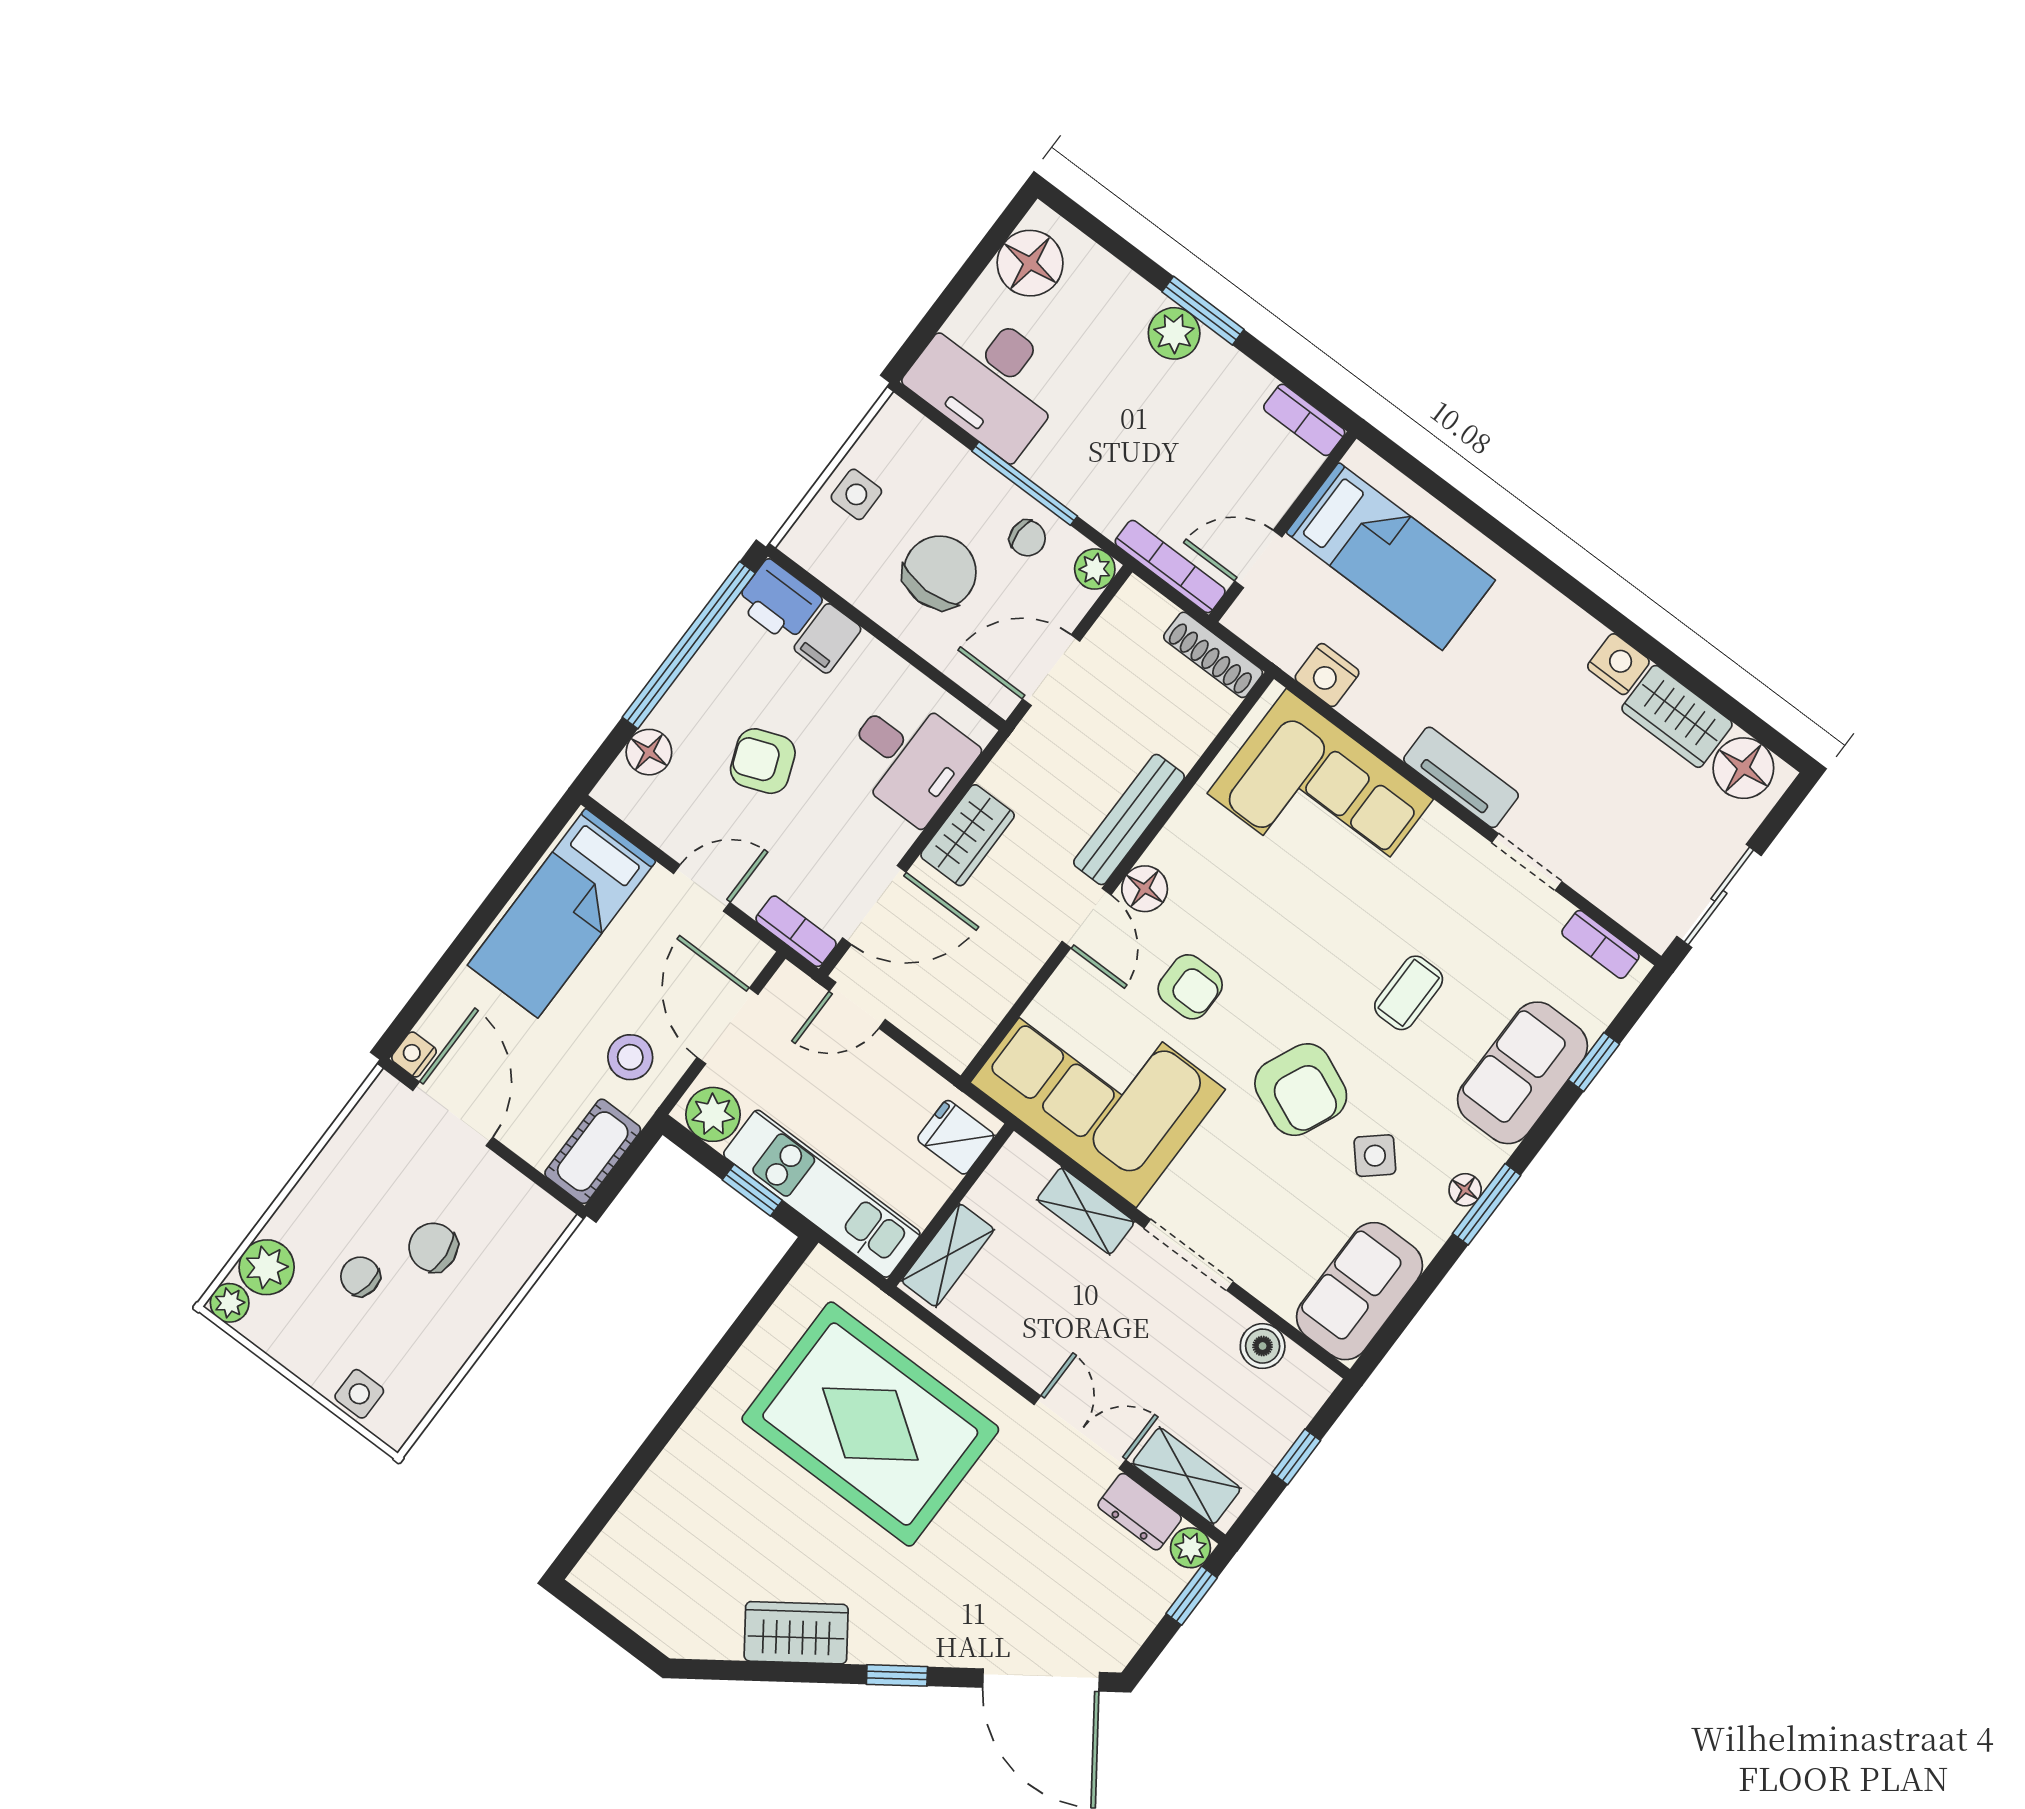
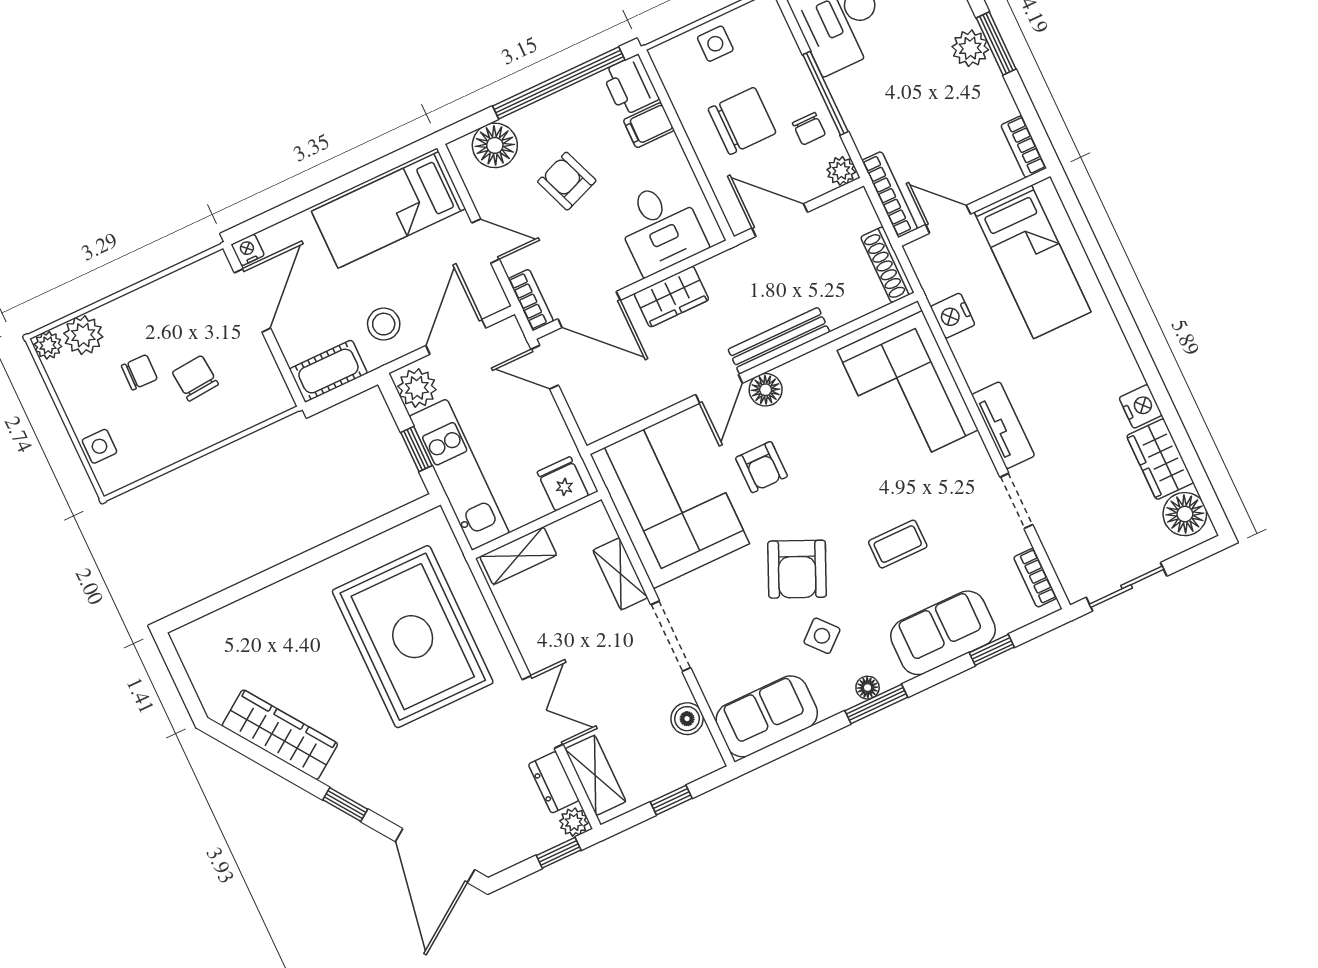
floor lamp: (649, 752) -> (495, 145), width x1.38, depth x1.38
chair: (360, 1276) -> (139, 372), turned 83
wardrobe: (796, 1633) -> (280, 735), width x1.50

